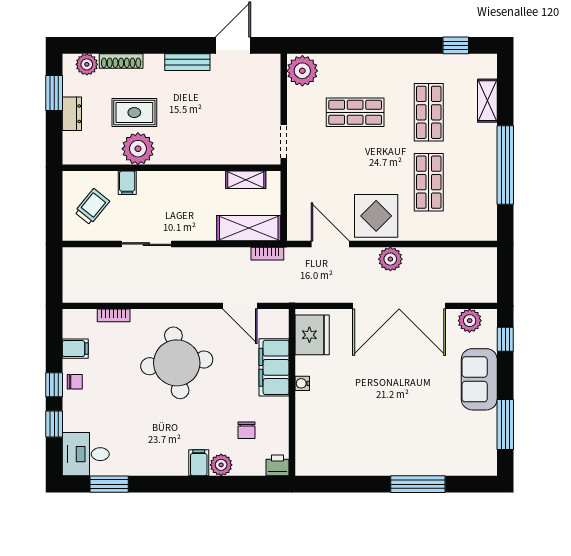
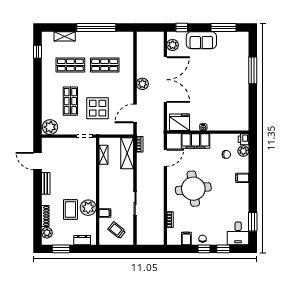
dresser: (72, 114) -> (82, 240), moved
display table: (376, 216) -> (98, 108), moved
plant: (221, 465) -> (243, 151), moved

